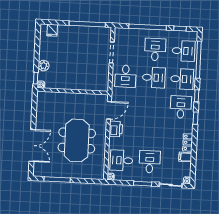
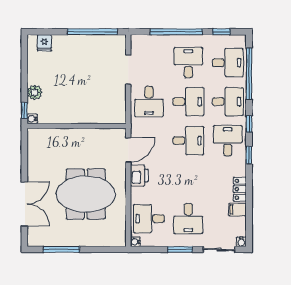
desk: (152, 106) -> (188, 141), added
meeting table: (77, 140) -> (86, 194), turned 90
desk: (150, 162) -> (188, 219), turned 180

